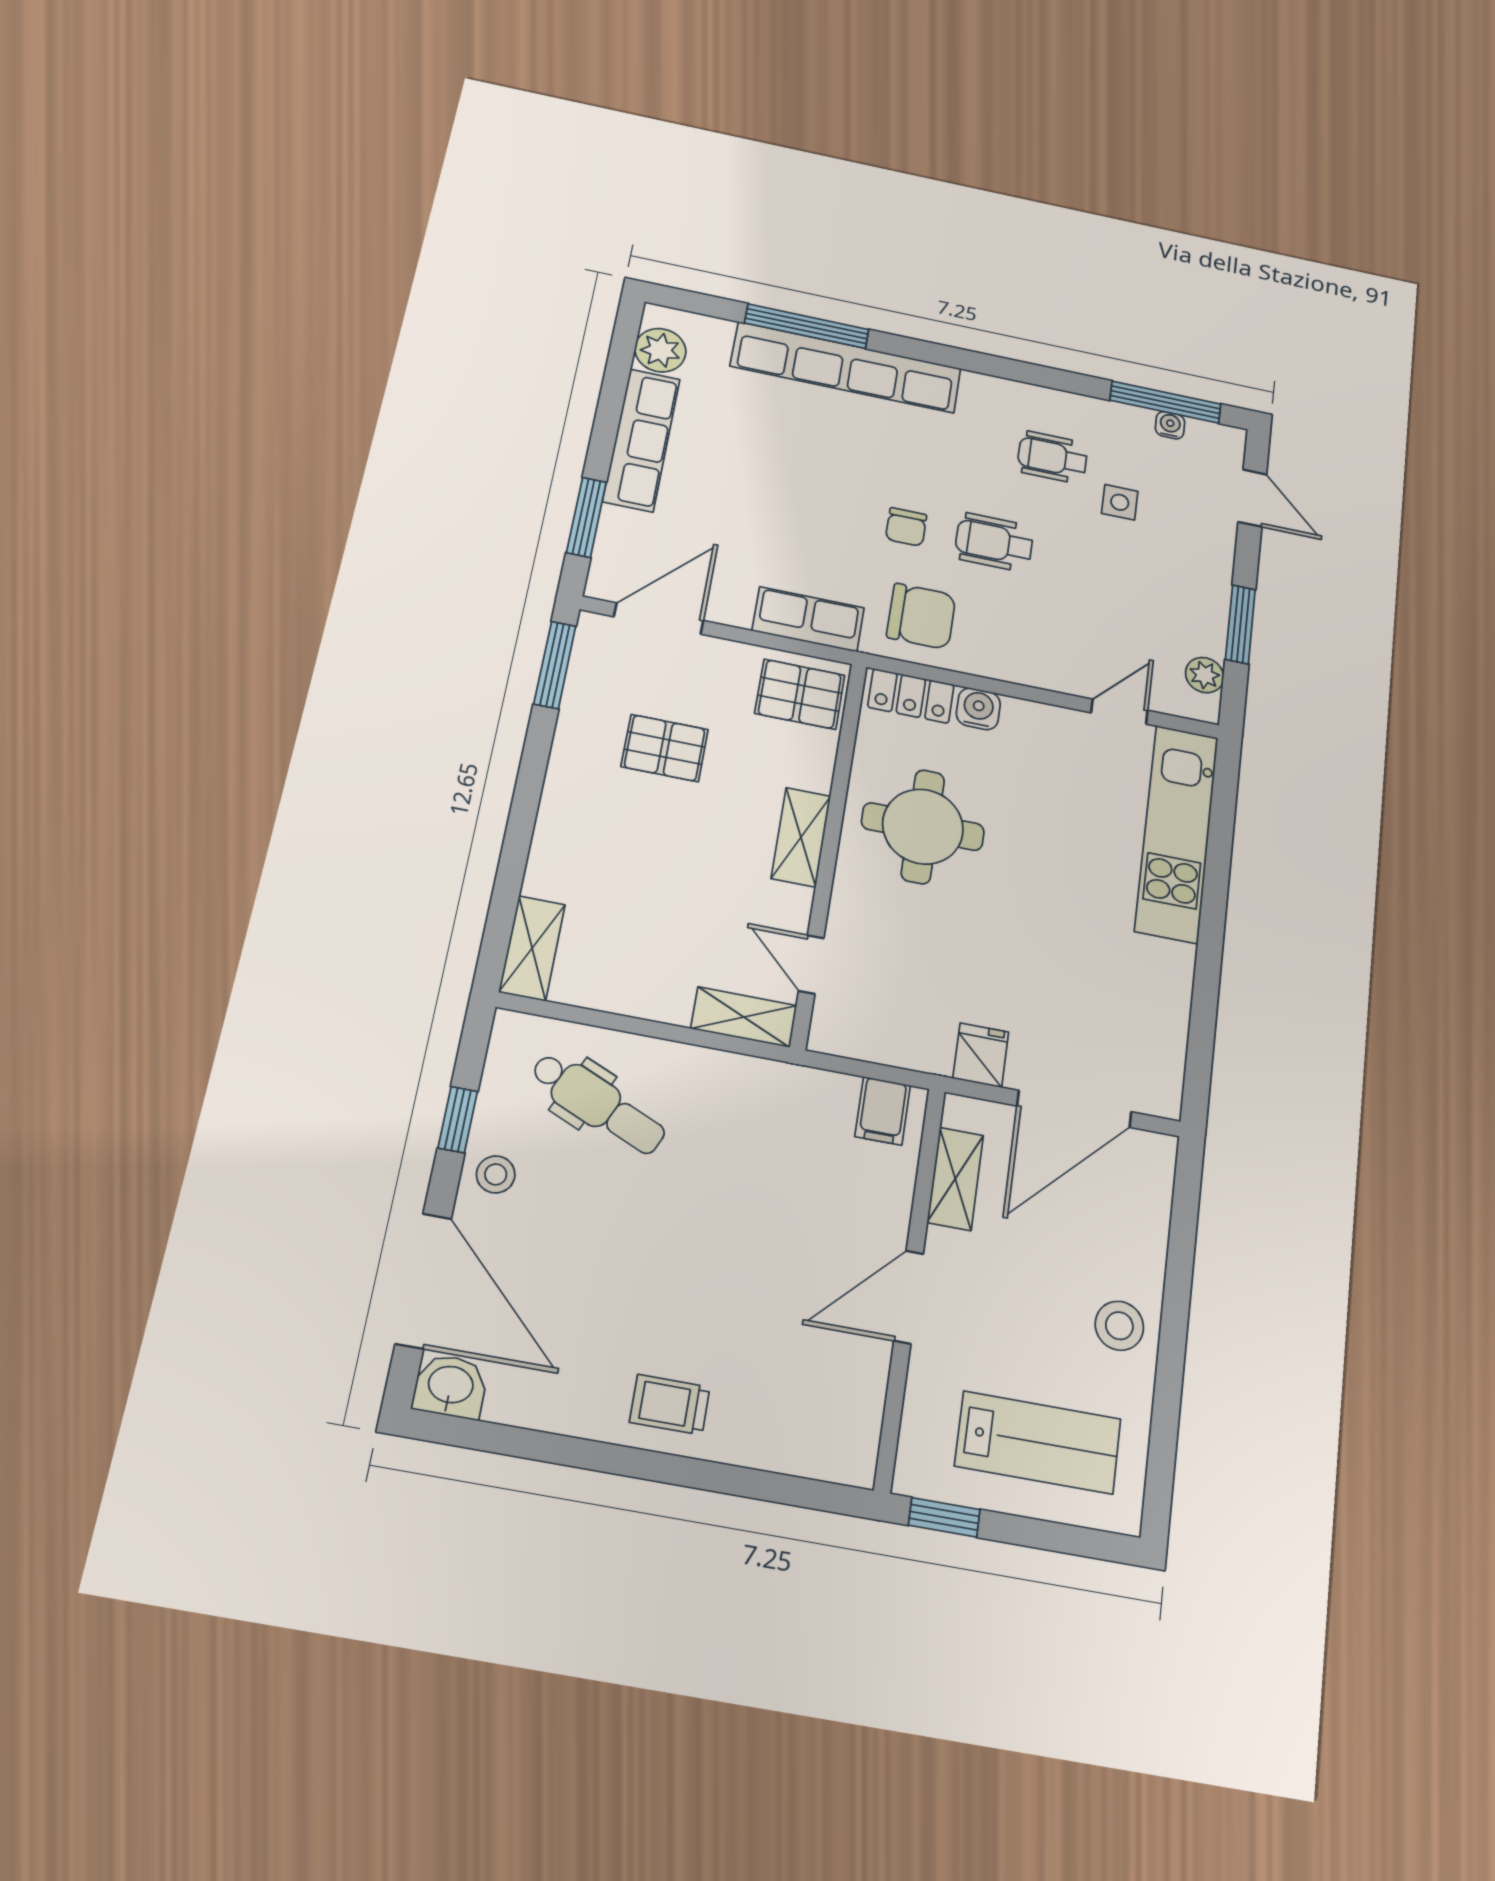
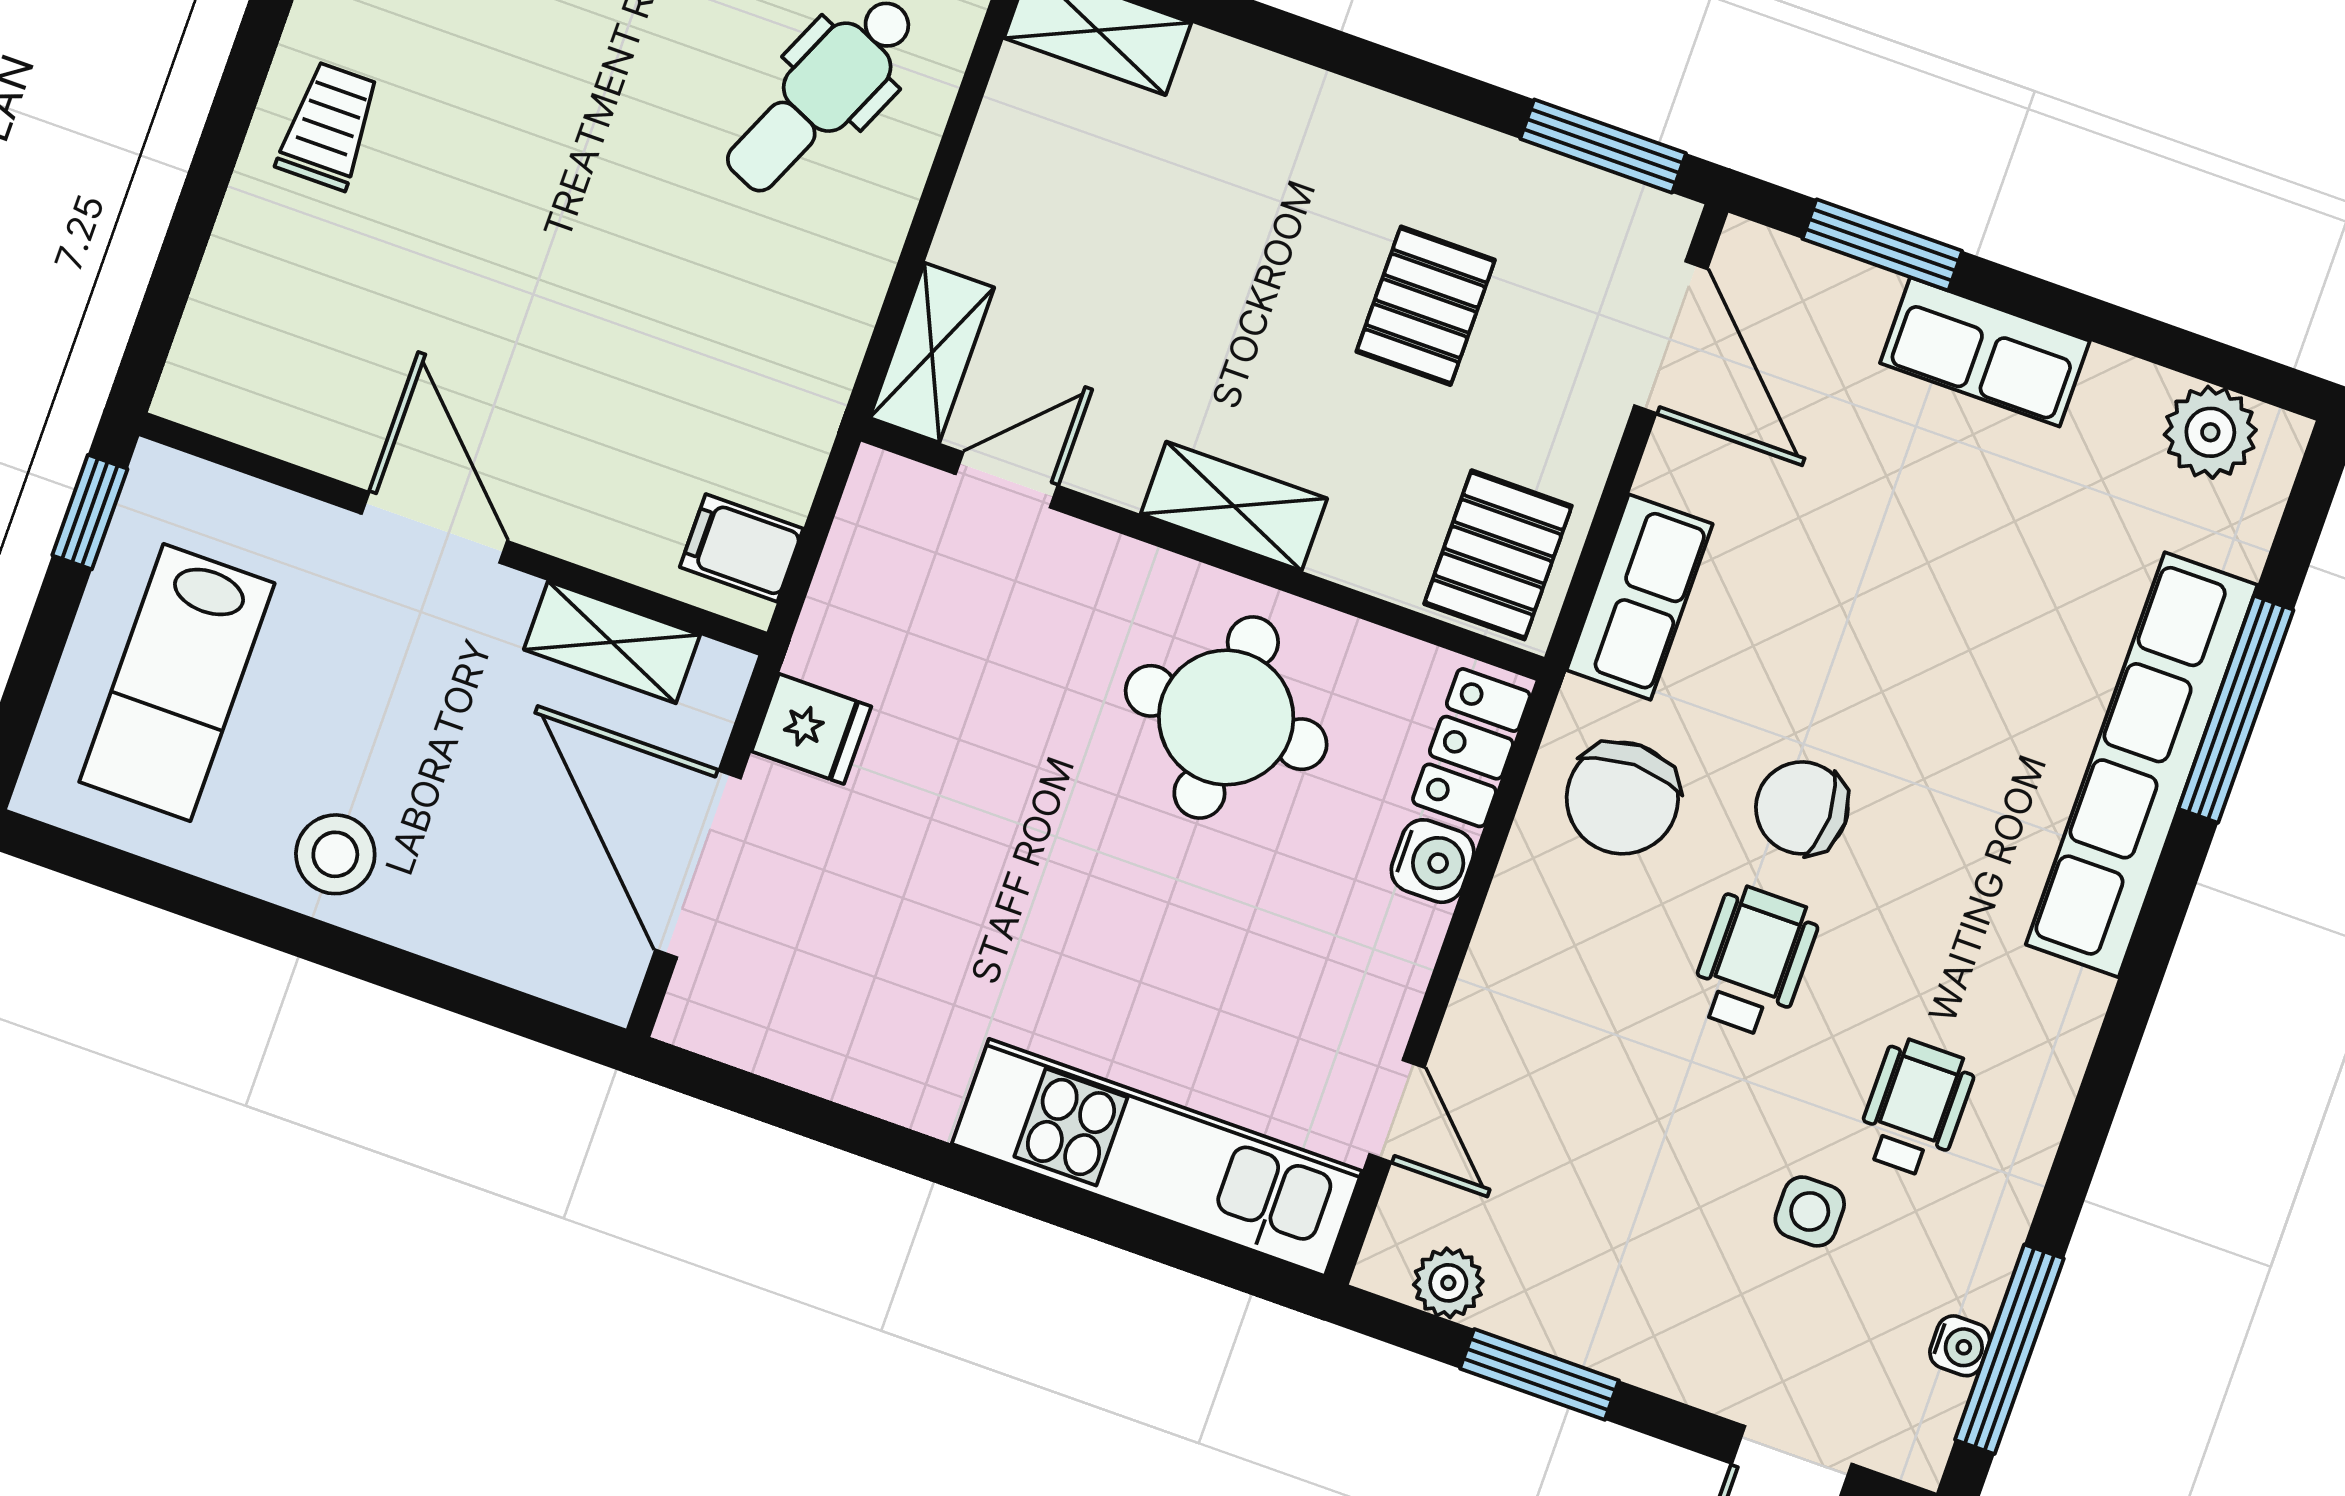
row of seats: (642, 440) -> (1985, 352), width x0.68
chair: (906, 527) -> (1802, 808), width x1.37, depth x1.37

